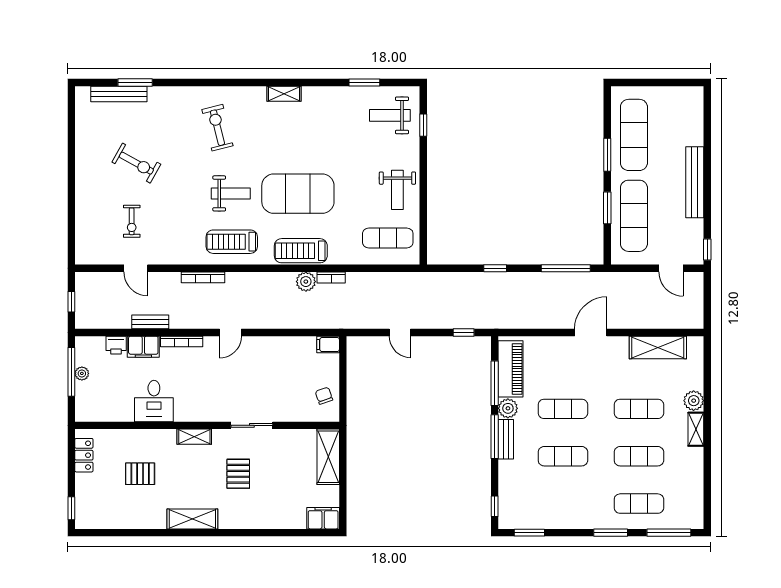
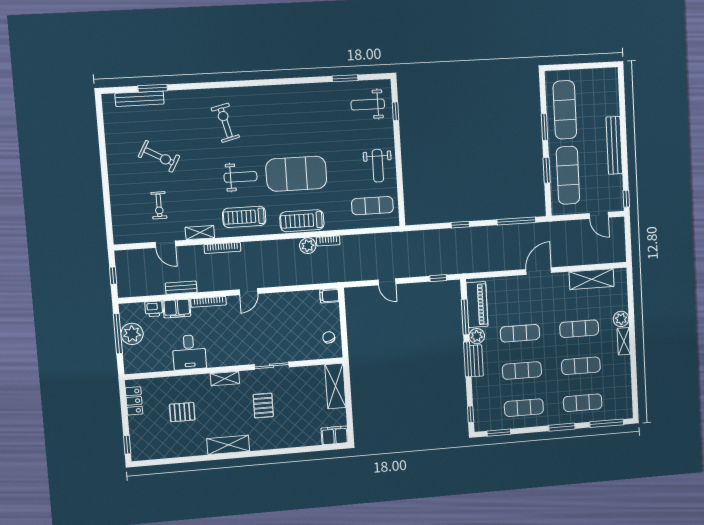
shelving: (284, 94) -> (200, 233), moved
plant: (82, 373) -> (132, 334), width x1.87, depth x1.87
exercise mat: (563, 504) -> (524, 408), added

